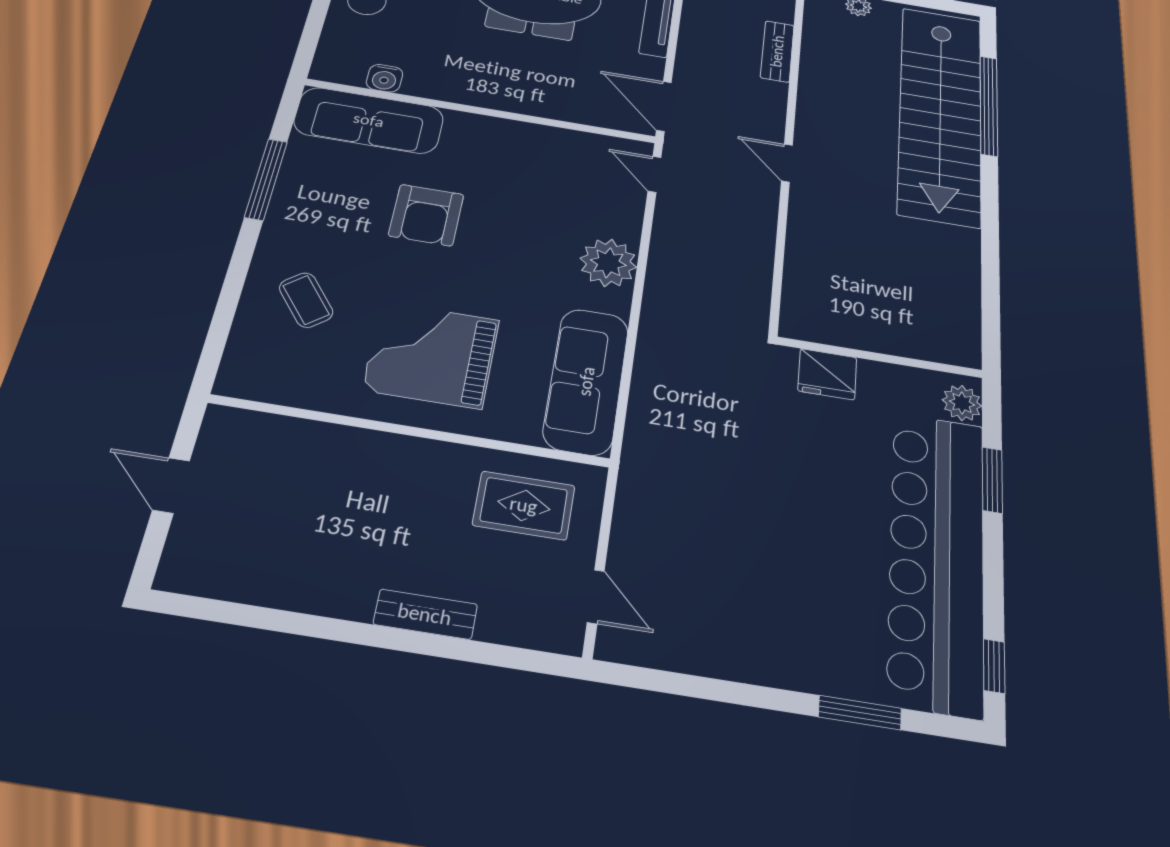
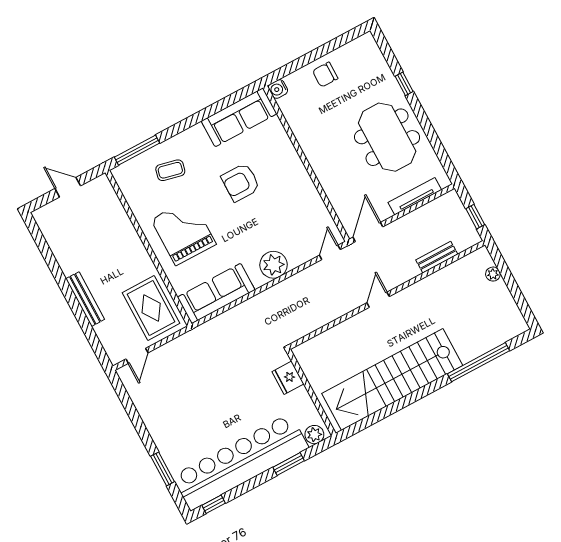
water cooler: (385, 78) -> (278, 89), moved
stairs: (940, 114) -> (392, 380), moved
sofa: (369, 120) -> (239, 117), moved, turned -90
window: (266, 179) -> (137, 150), moved
coffee table: (306, 300) -> (170, 170), turned 51
door: (171, 485) -> (68, 187), hinge flipped
rug: (524, 505) -> (151, 308), width x1.36, depth x1.43
bench: (425, 614) -> (85, 299), width x1.36

